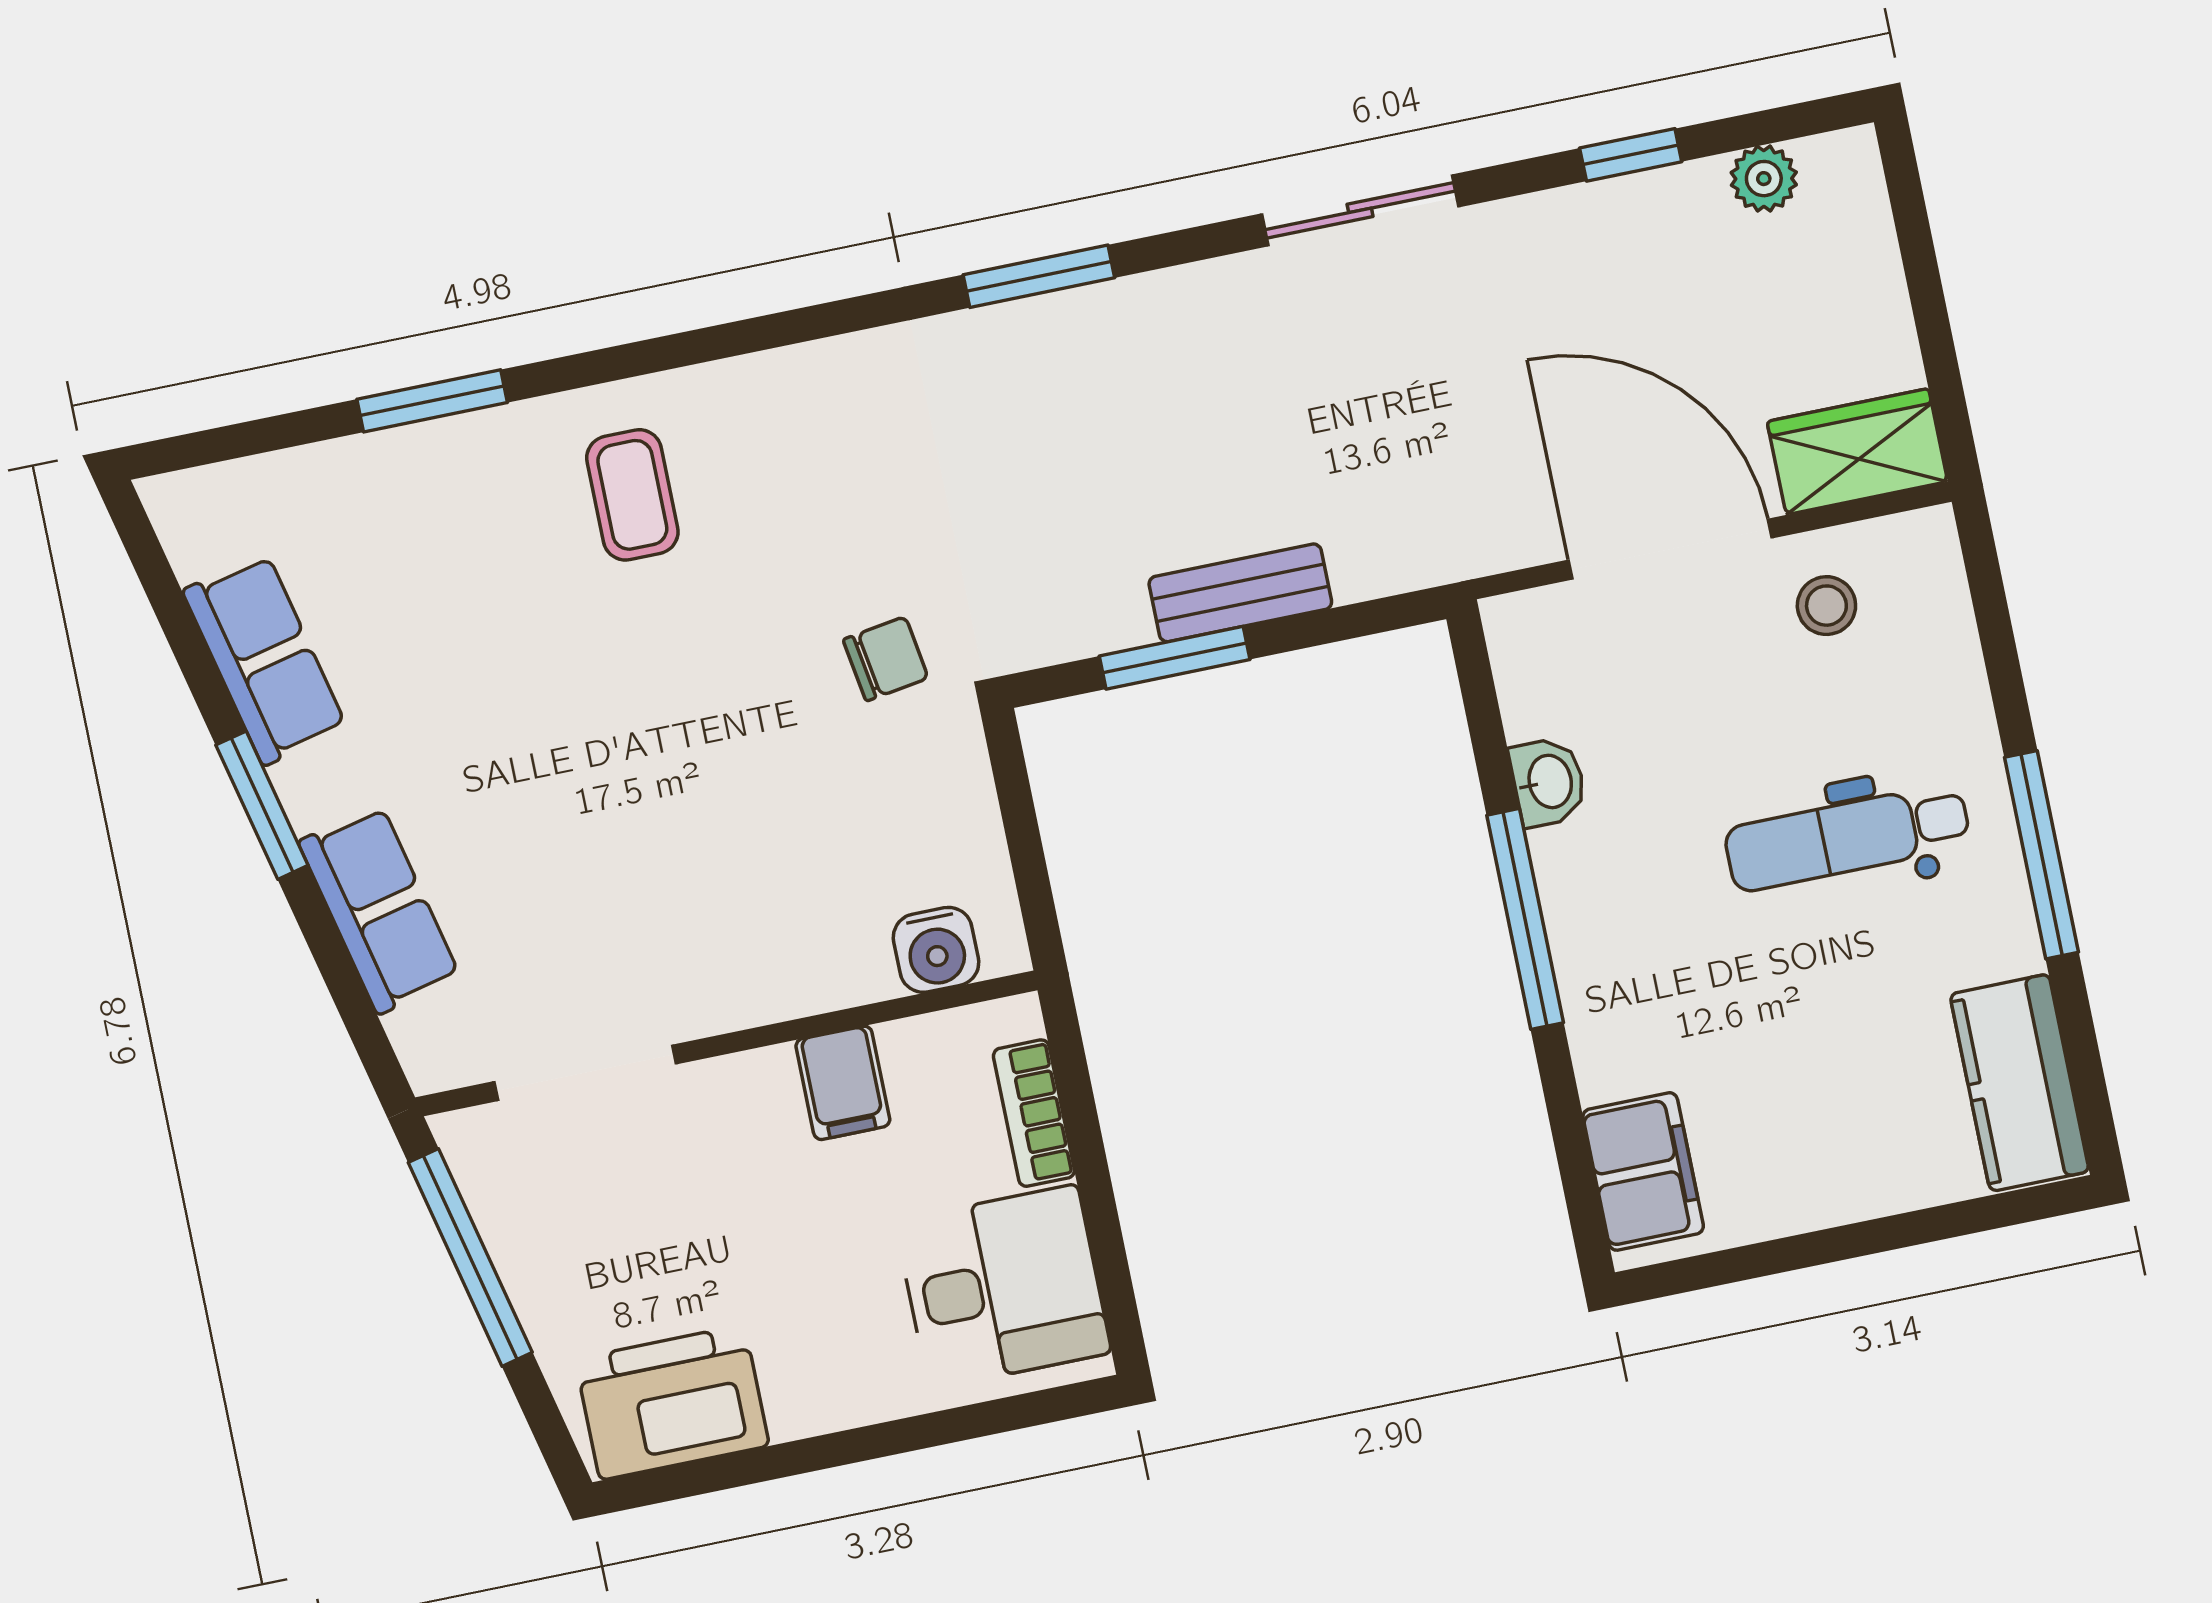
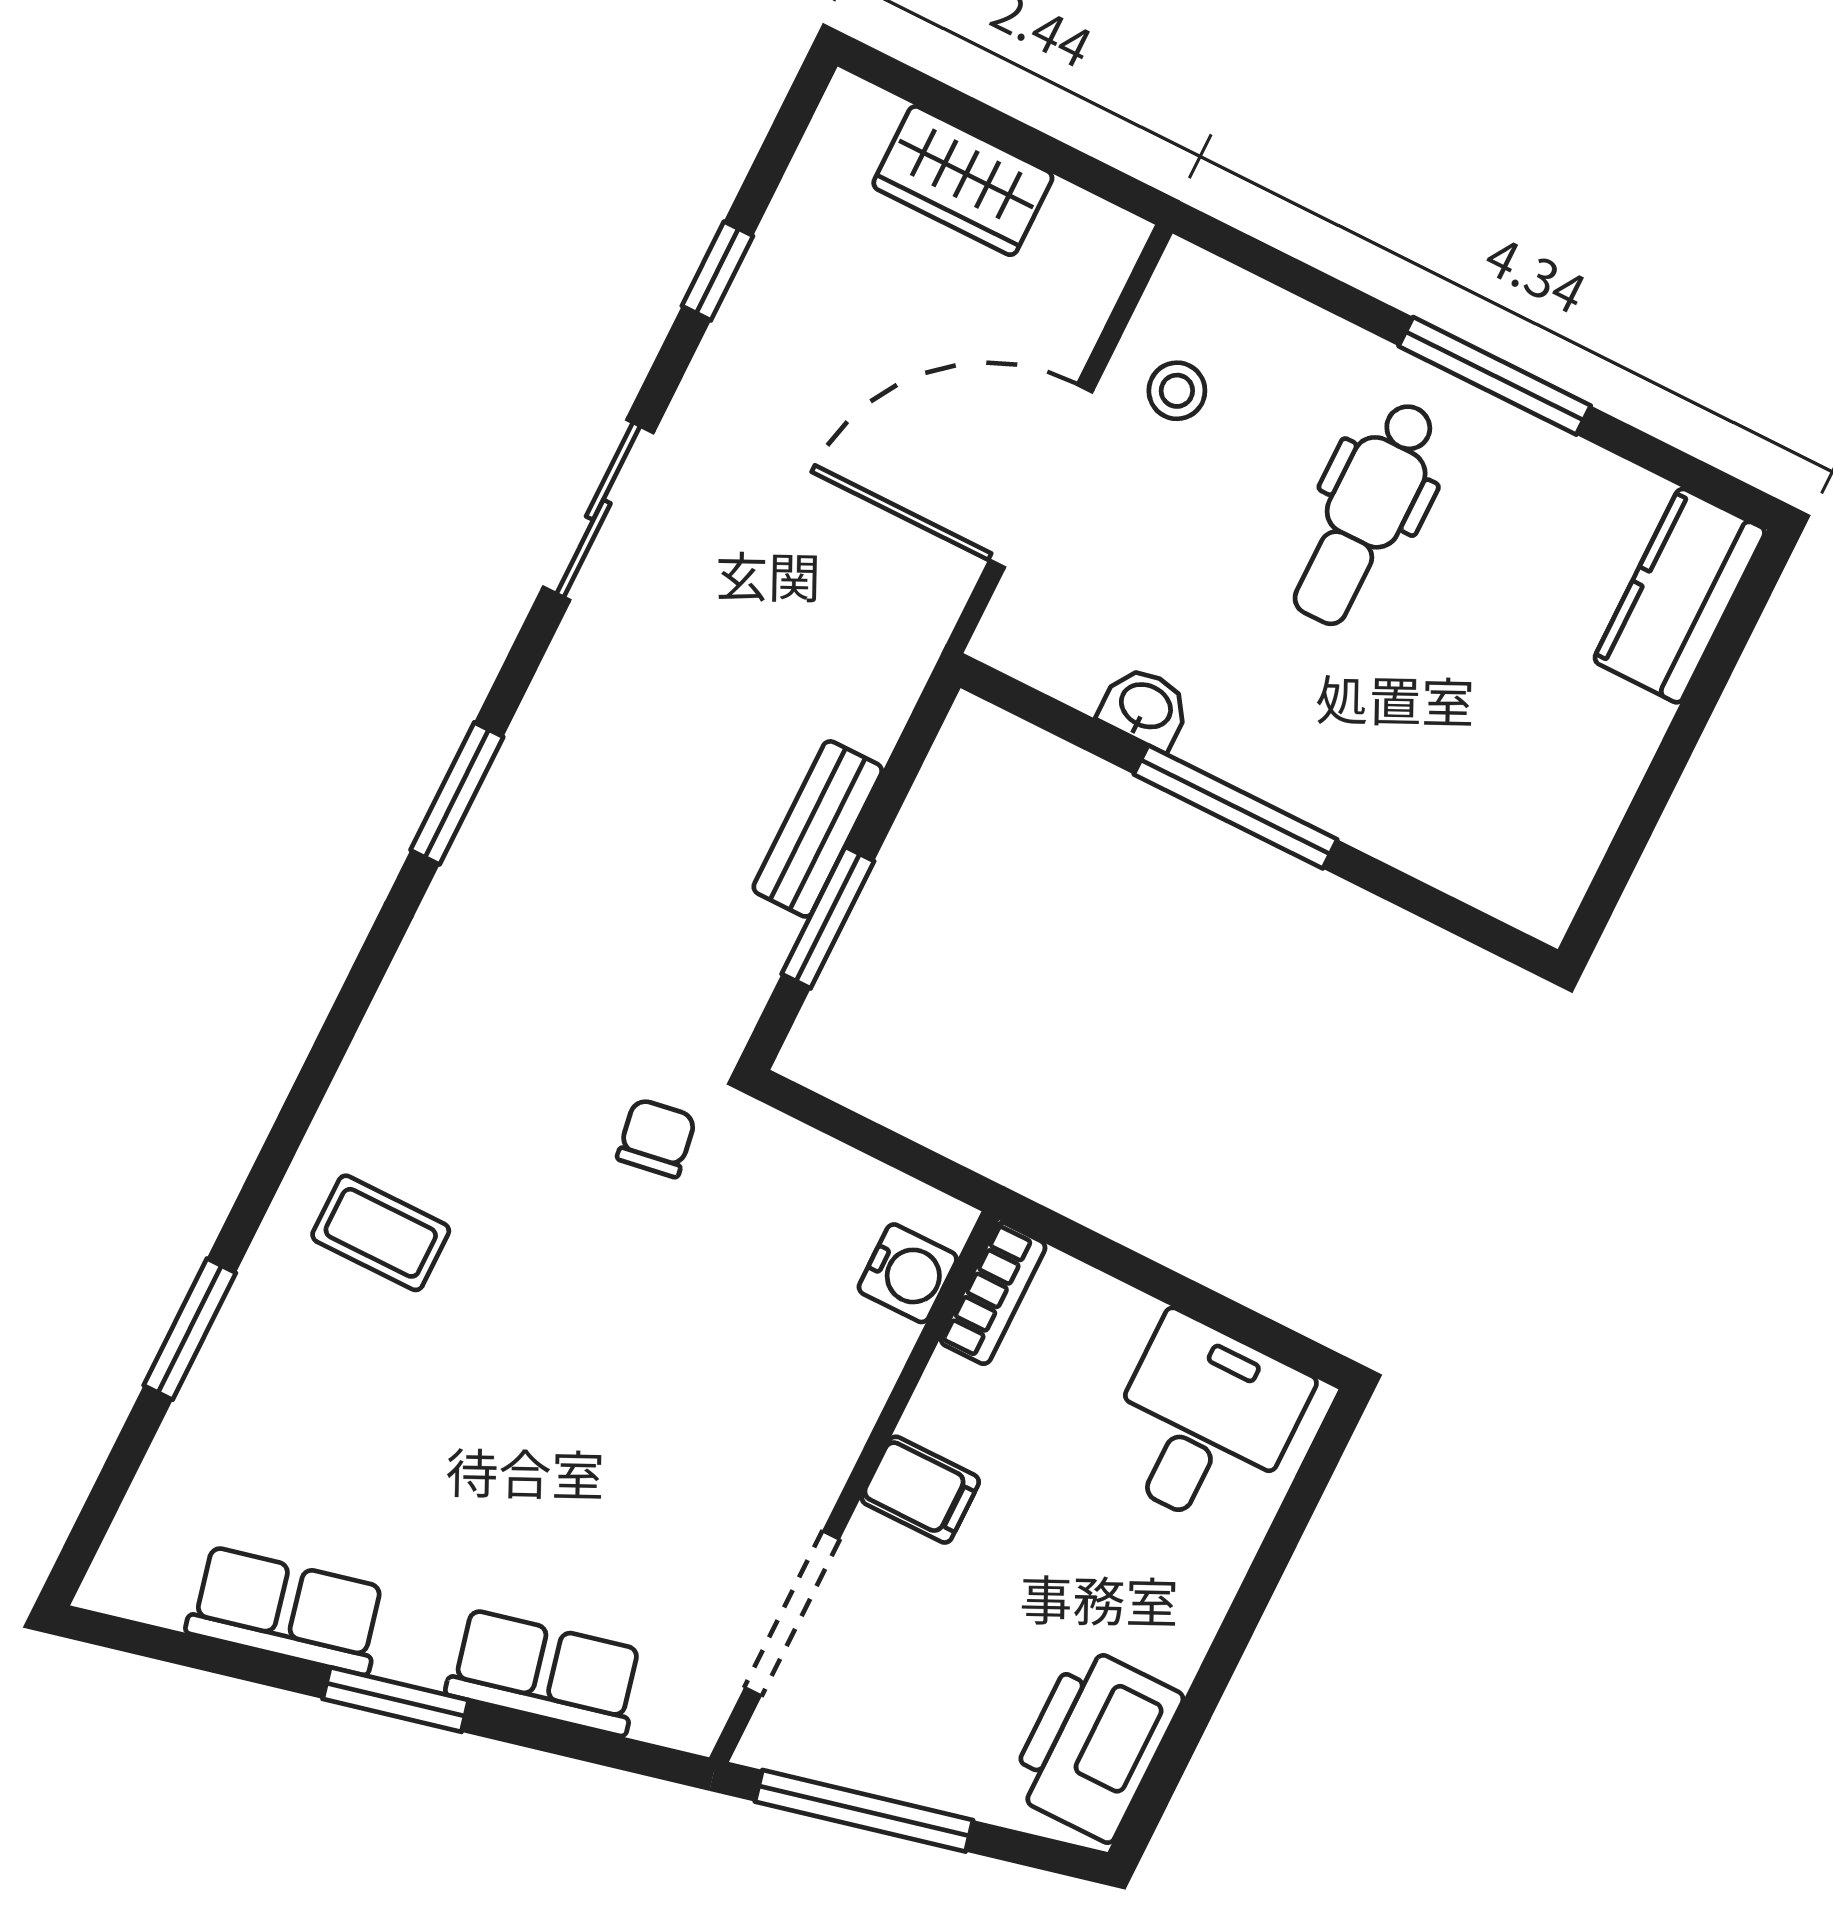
plant: (1764, 179) -> (815, 184), removed
wardrobe: (1857, 452) -> (963, 181), moved, turned -90
filing cabinet: (843, 1083) -> (920, 1490), moved
kitchen counter: (2019, 1083) -> (1680, 595), moved, turned 90
bookcase: (1034, 1113) -> (993, 1293), moved, turned -90
filing cabinet: (1643, 1171) -> (1498, 868), removed

